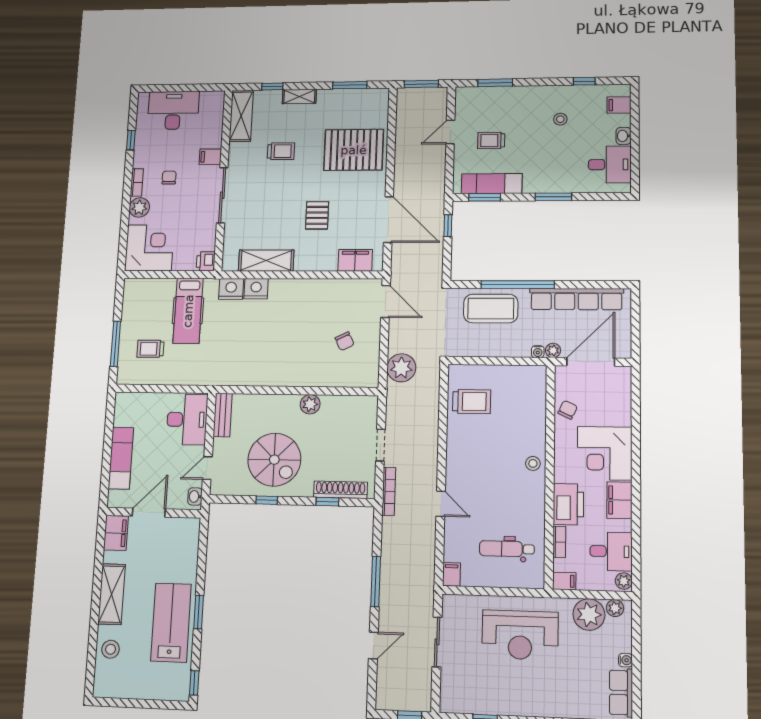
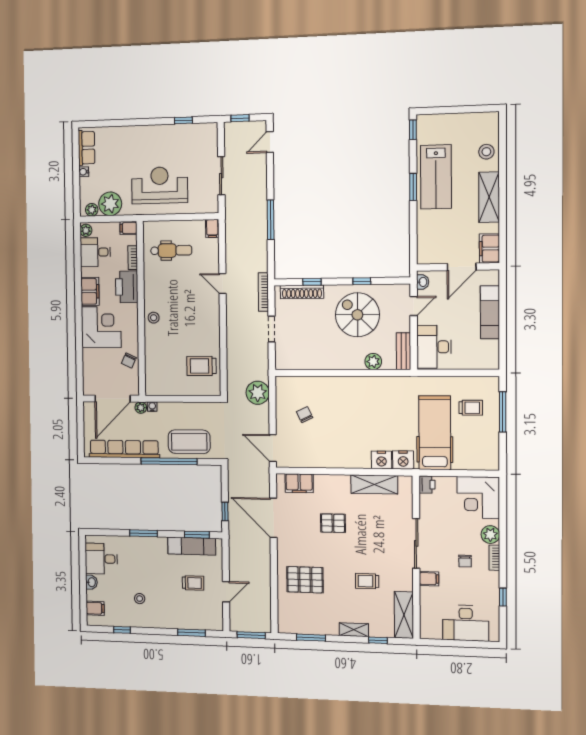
pallet: (354, 150) -> (305, 580), width x0.73, depth x0.71
pallet: (317, 215) -> (333, 523), turned 90
hospital bed: (188, 311) -> (435, 433), width x1.37, depth x1.29
plant: (310, 404) -> (373, 362), moved
door: (373, 645) -> (270, 142), moved

